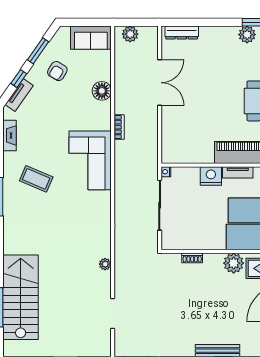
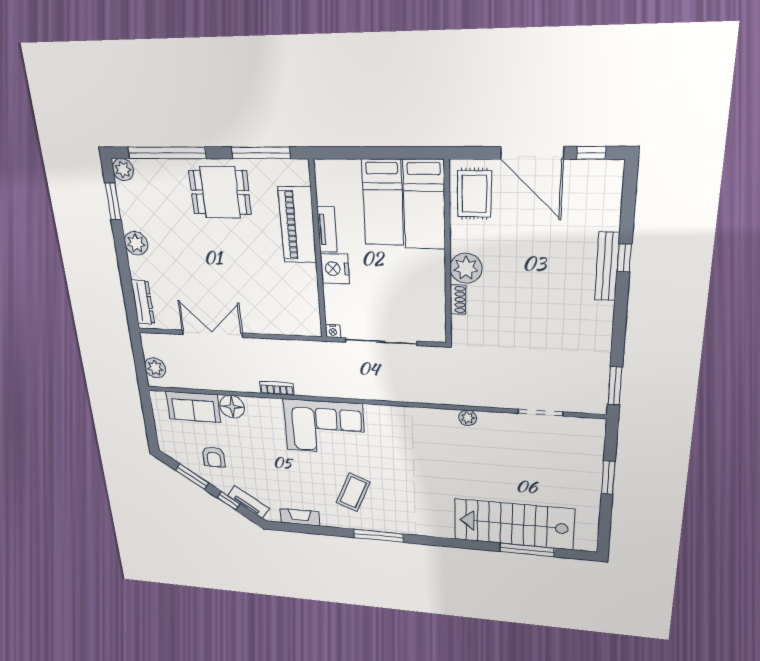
plant: (247, 35) -> (136, 243), moved
sofa: (91, 38) -> (193, 407), moved, turned 90
armchair: (57, 71) -> (214, 457), turned 59
plant: (234, 263) -> (466, 268), moved

